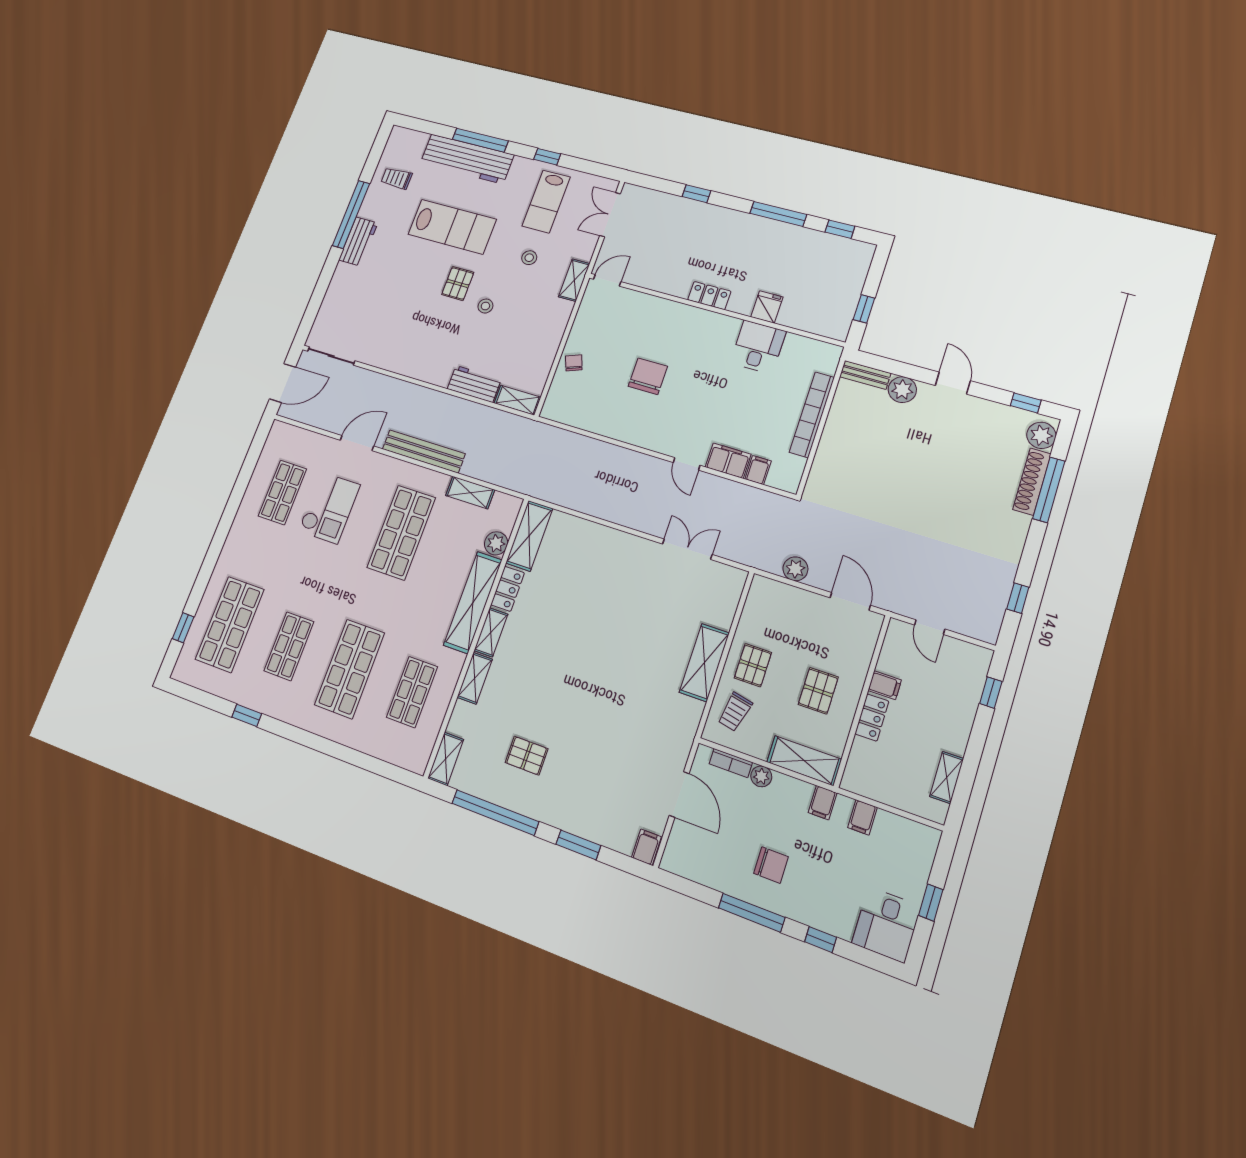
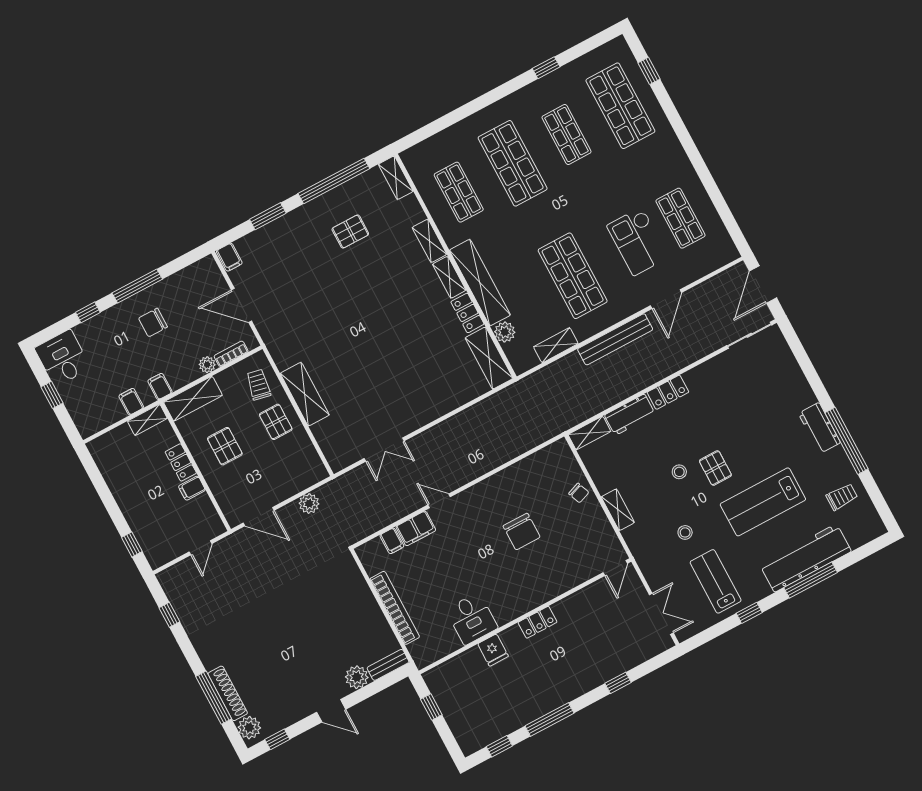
shelving: (574, 280) -> (618, 510), moved
locker: (430, 373) -> (668, 392), added
door: (930, 627) -> (200, 548), swing flipped
shelving: (947, 777) -> (147, 420), moved, turned 90

